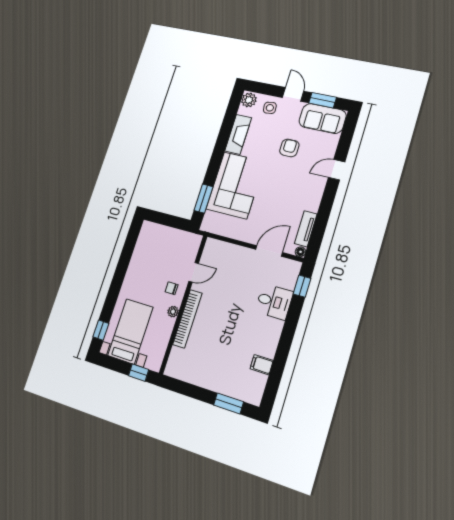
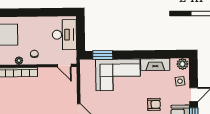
desk: (161, 241) -> (64, 35), added
door: (194, 272) -> (64, 66), moved

